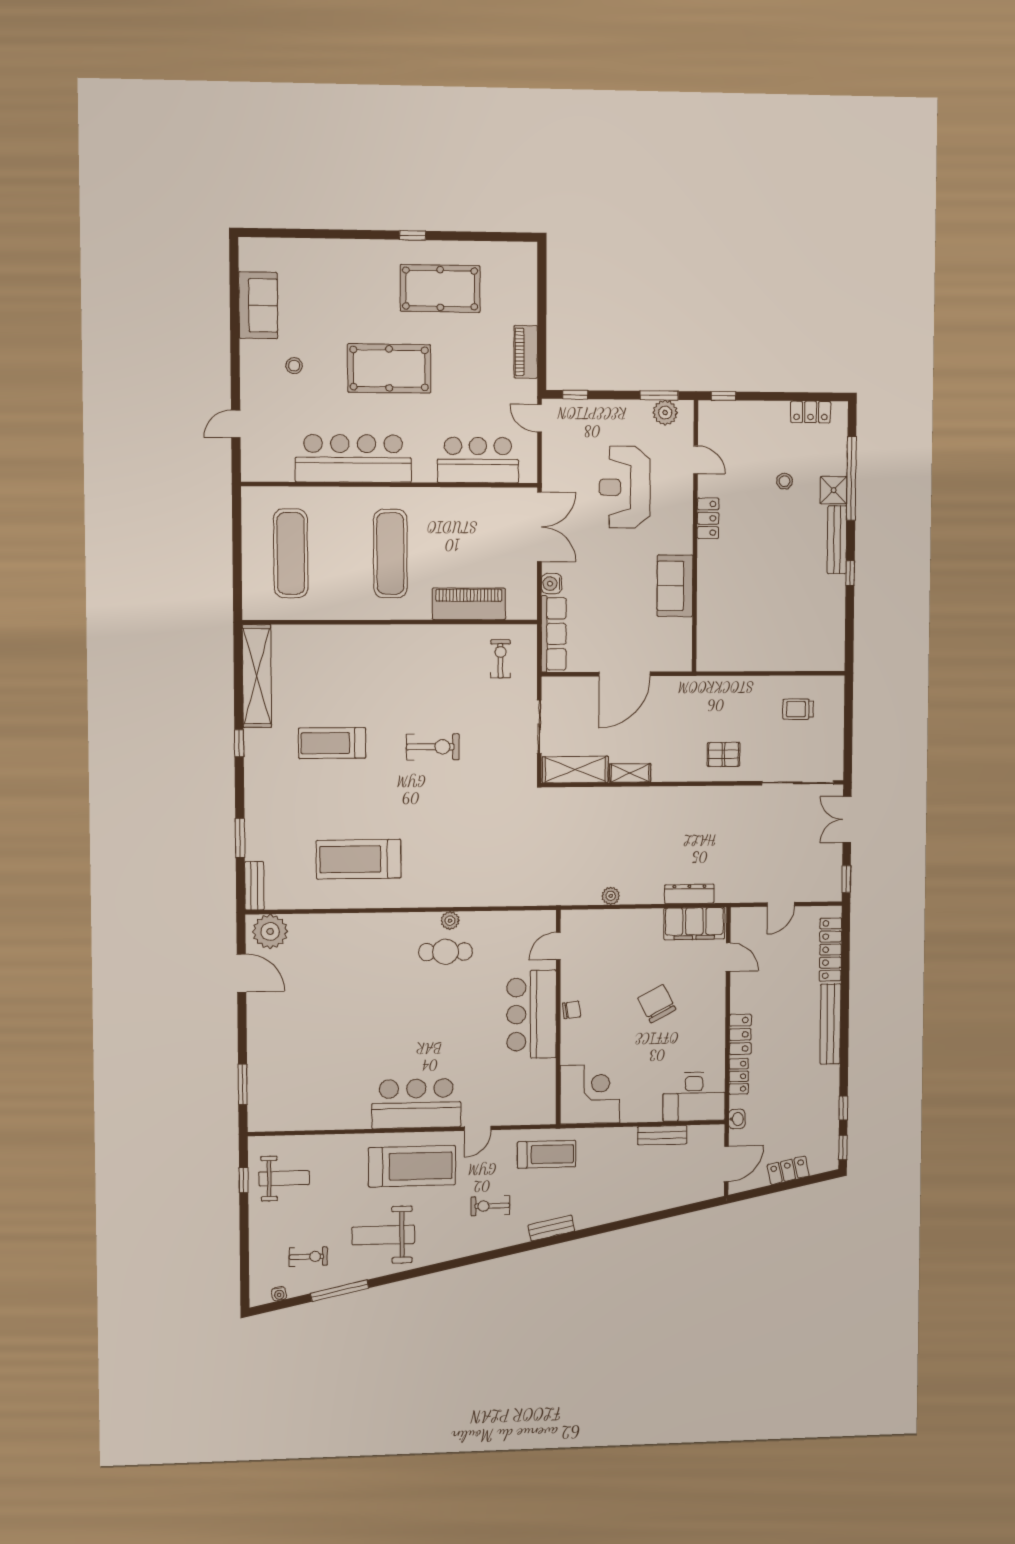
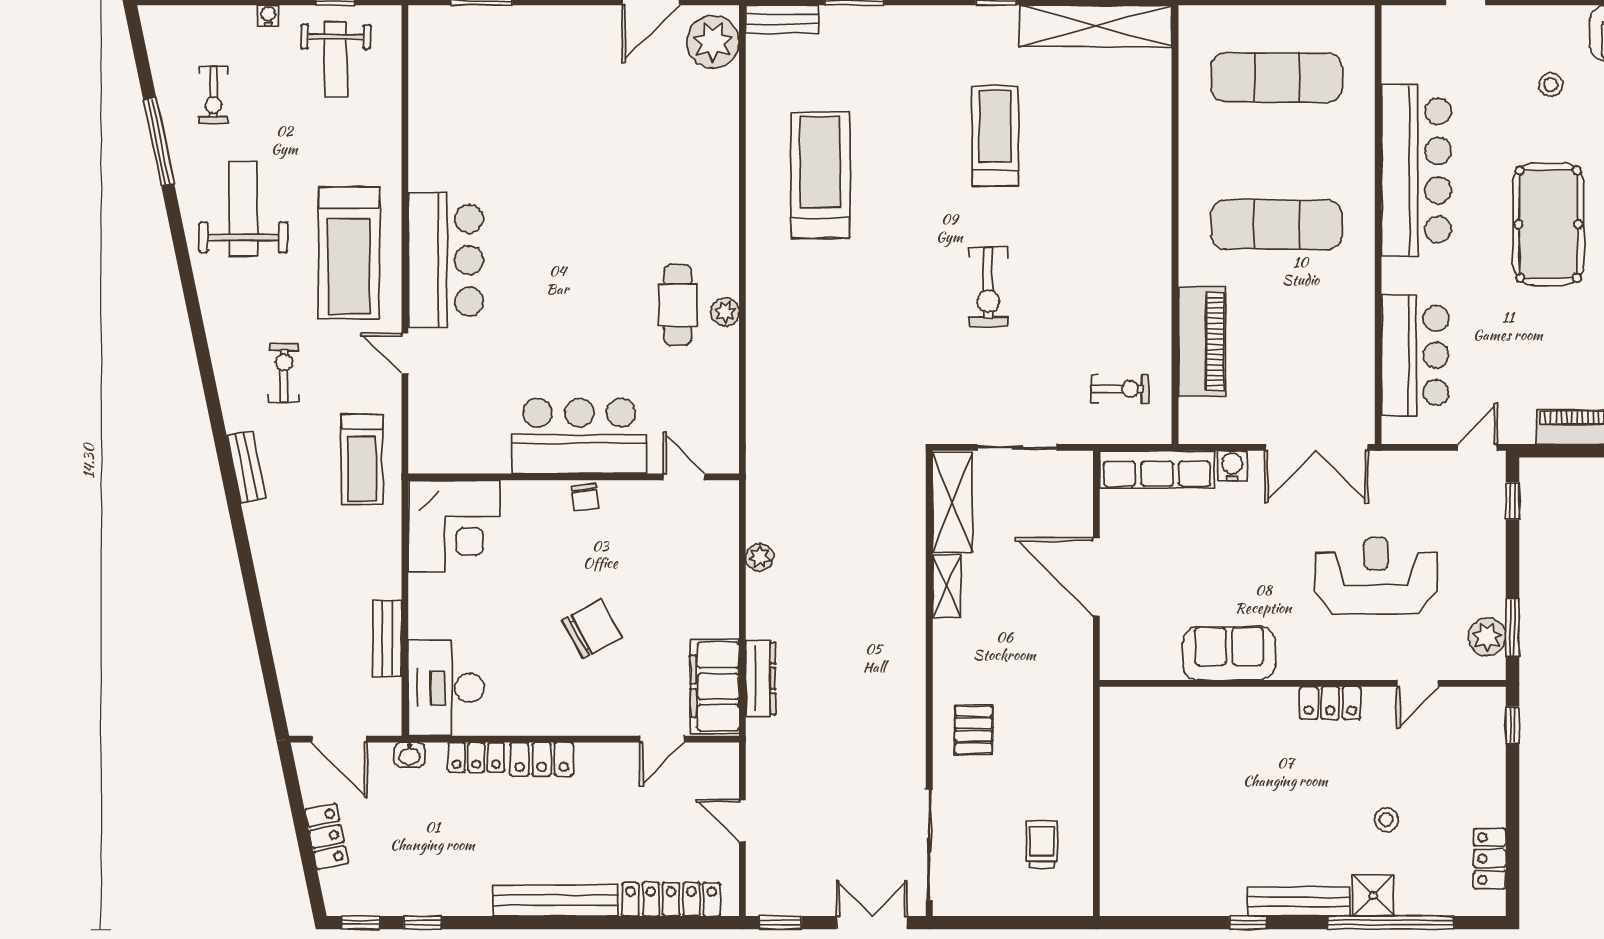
water cooler: (279, 1294) -> (268, 16), moved, turned 102

